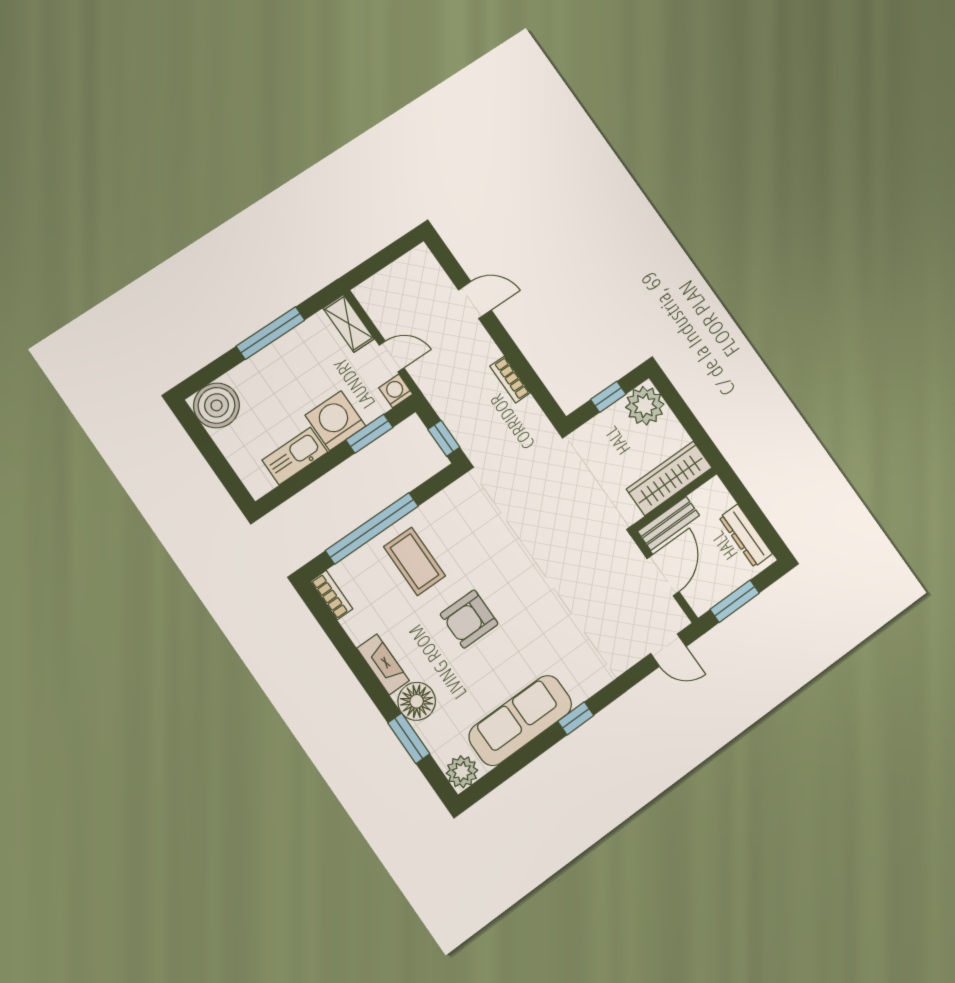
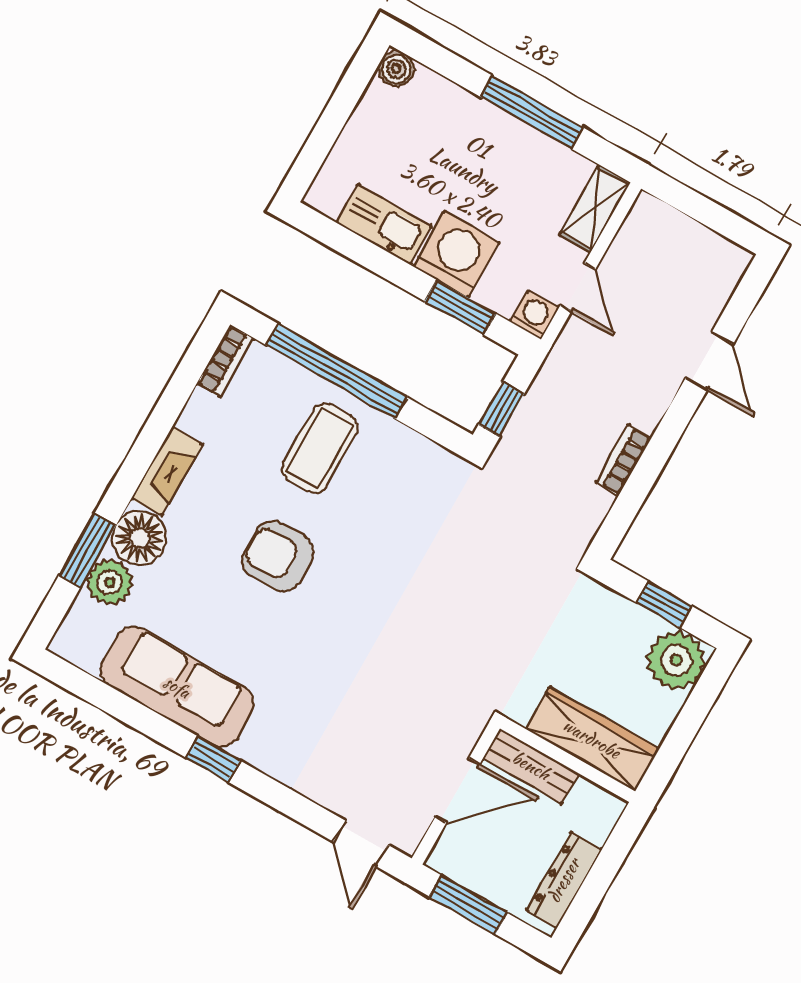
boiler: (217, 405) -> (396, 69), width x0.54, depth x0.54
plant: (462, 772) -> (110, 582), moved

